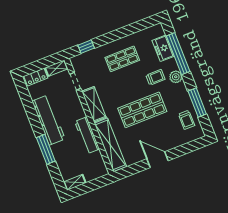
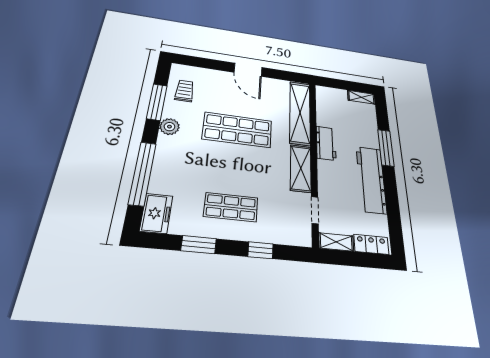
window: (128, 30) -> (199, 245), added
window: (86, 47) -> (260, 250), moved
freezer: (163, 48) -> (156, 213), moved
trolley: (155, 77) -> (196, 159), removed
plant: (176, 77) -> (169, 127), moved
workbench: (87, 135) -> (326, 143), width x0.73

